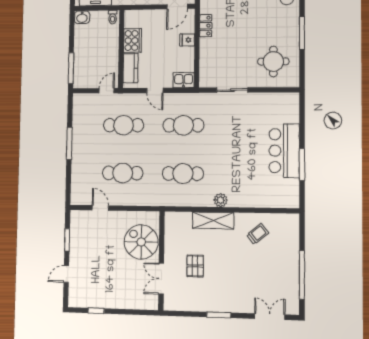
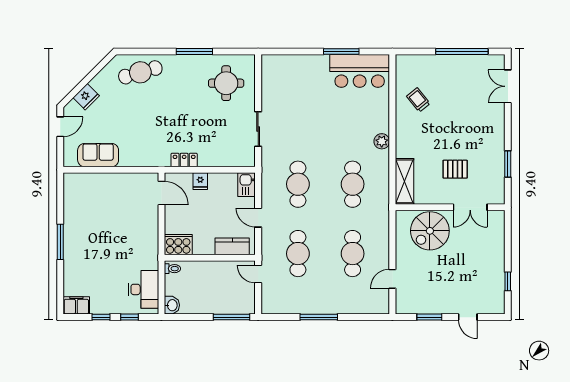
cooker: (133, 40) -> (178, 245), moved
door: (155, 90) -> (258, 218), swing flipped
bar counter: (284, 151) -> (360, 71), moved
shelving: (213, 221) -> (404, 181), moved
window: (219, 315) -> (508, 164), moved

